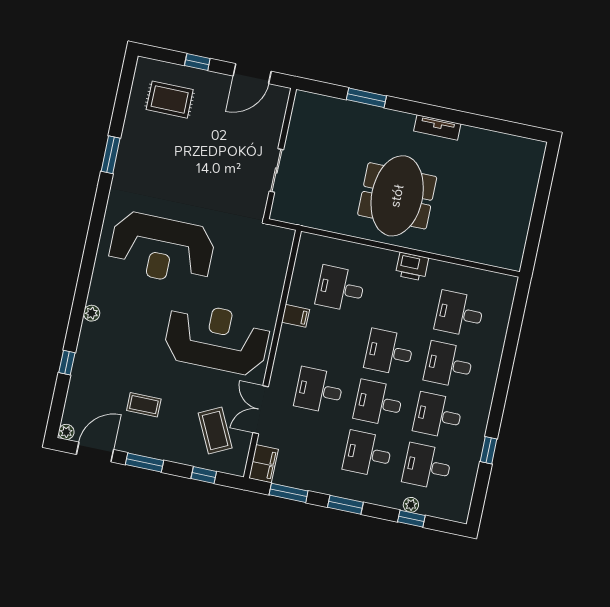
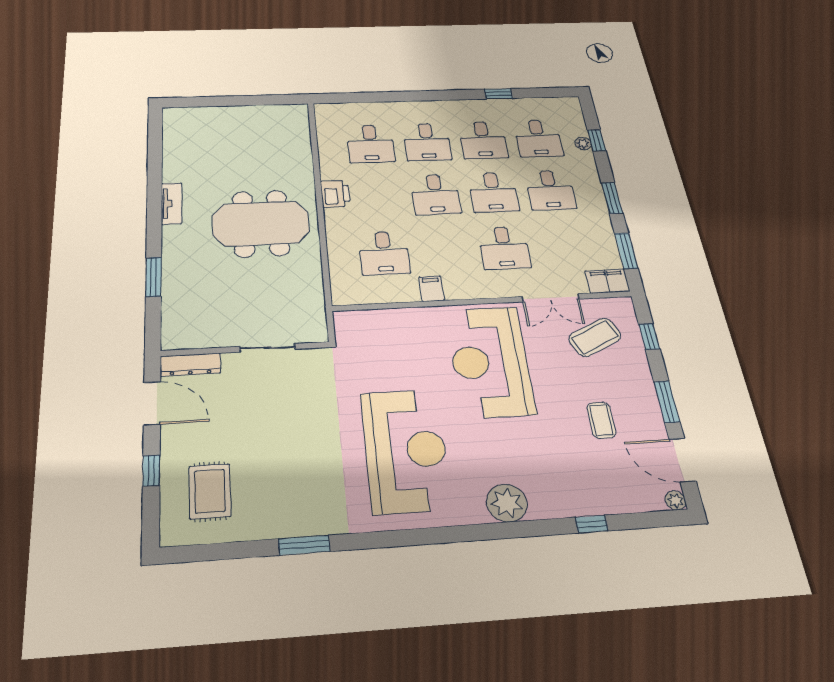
dresser: (278, 109) -> (190, 365), added
plant: (92, 313) -> (507, 503), width x1.88, depth x1.88

